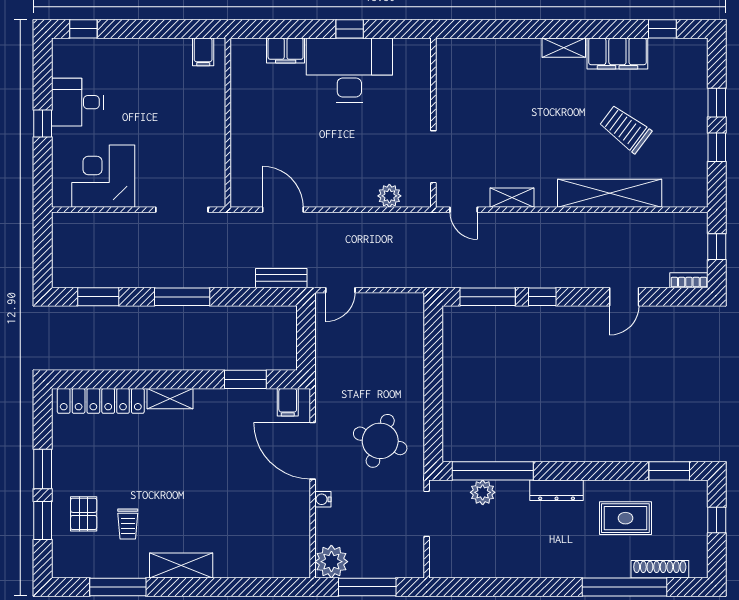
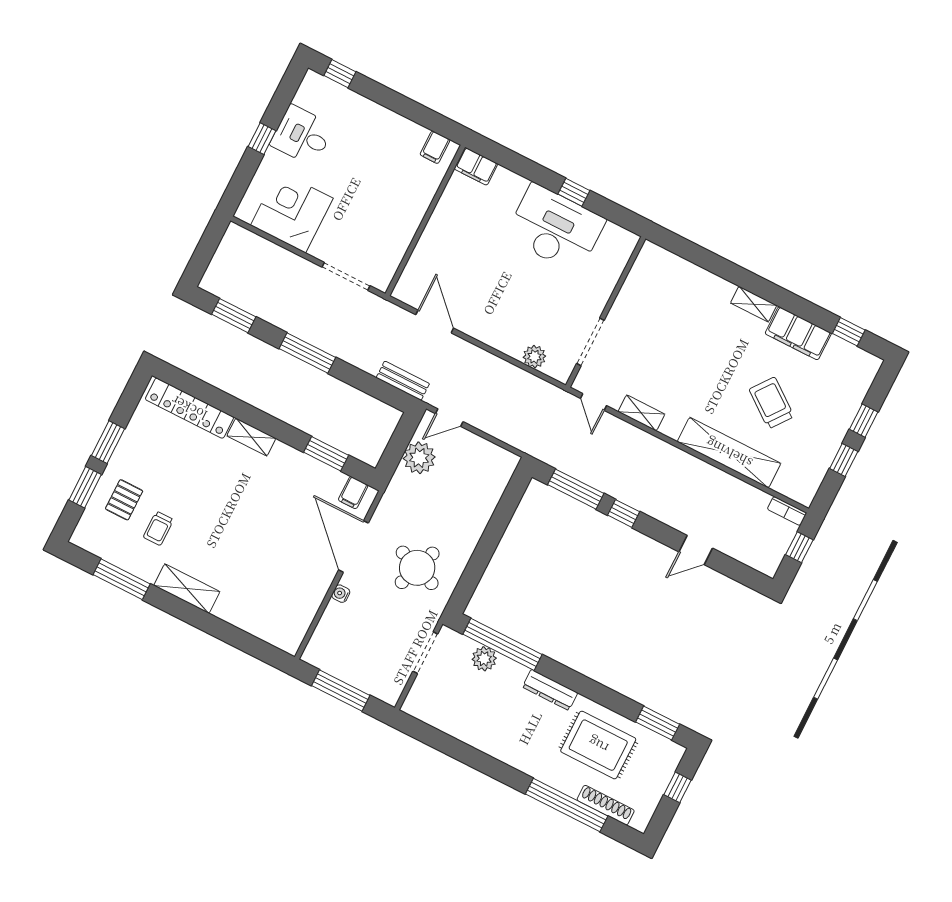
filing cabinet: (286, 50) -> (476, 166), moved
bookcase: (689, 280) -> (787, 511), moved, turned 180
rug: (625, 518) -> (598, 745), width x1.36, depth x1.43
plant: (331, 562) -> (419, 458), moved

